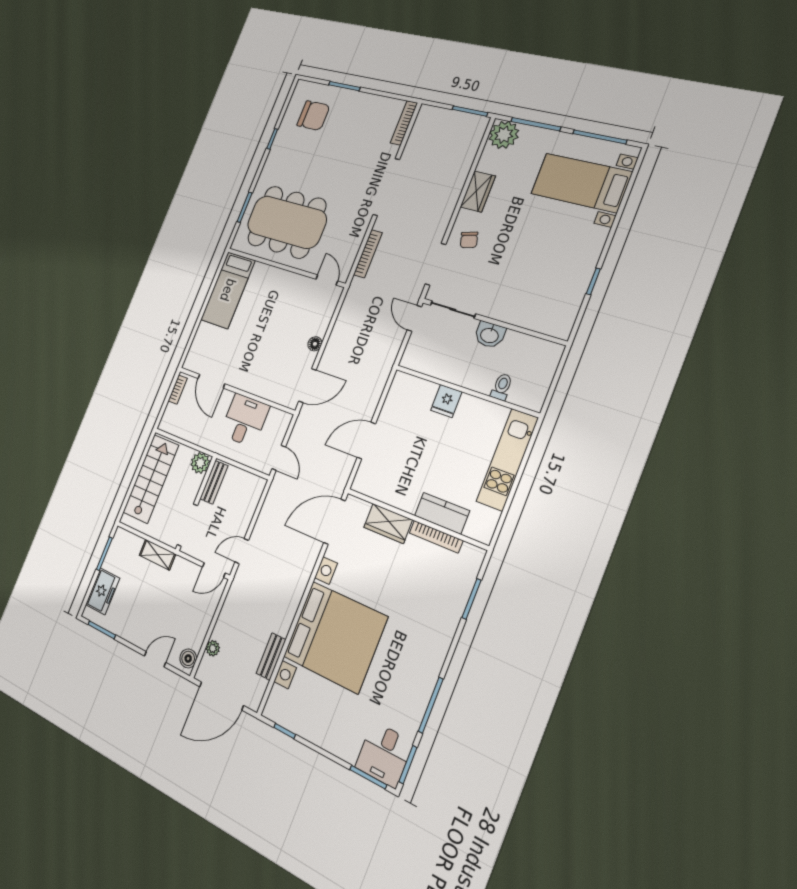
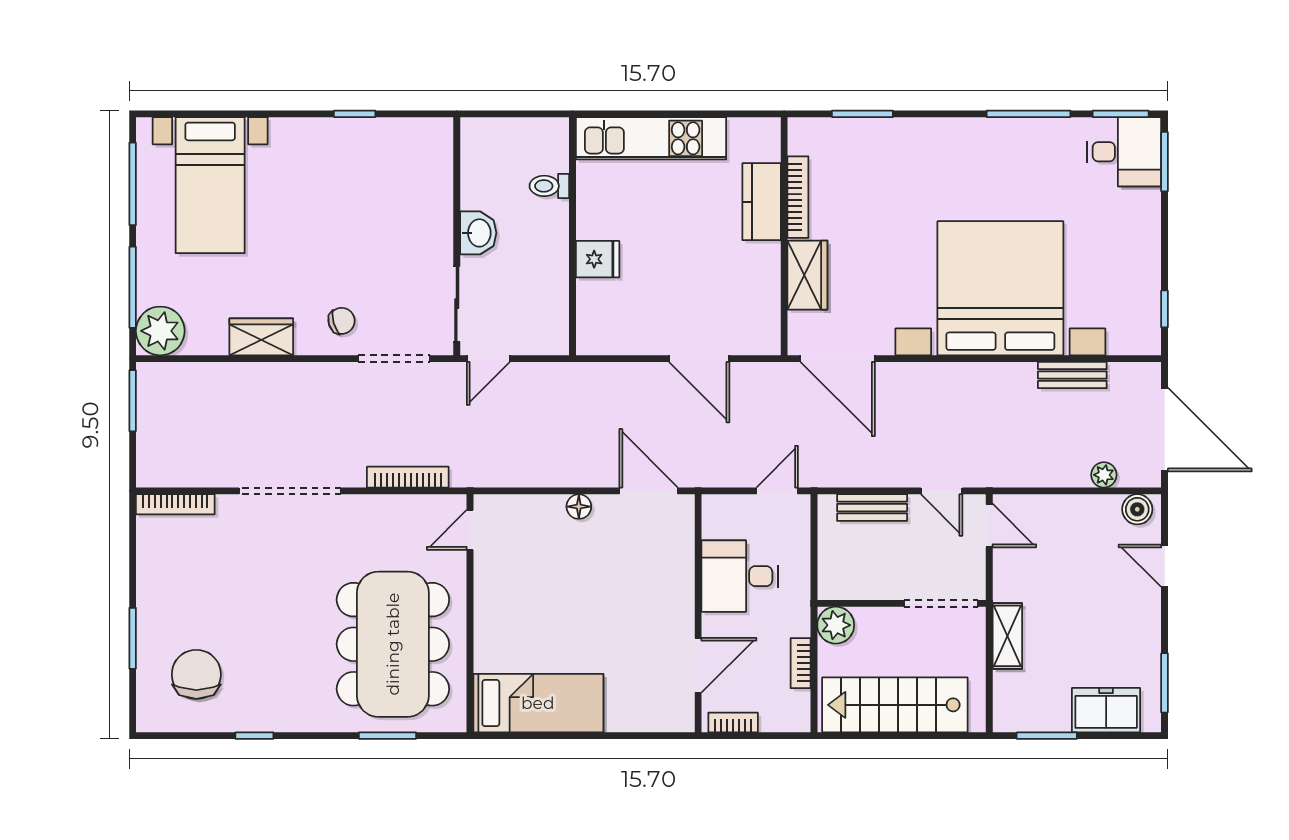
bookcase: (190, 436) -> (801, 663), added
bench: (214, 482) -> (872, 508), moved

